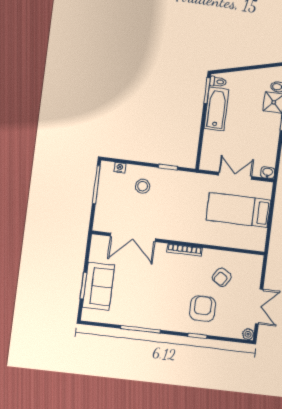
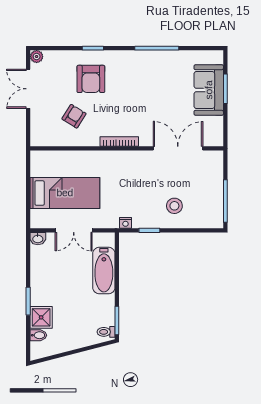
bathtub: (217, 109) -> (104, 271), moved
nightstand: (120, 168) -> (125, 223), moved

